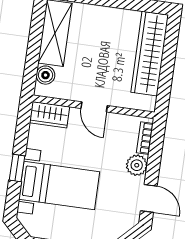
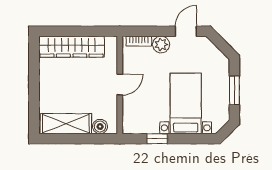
wardrobe: (50, 115) -> (131, 119), removed
window: (17, 168) -> (157, 139), moved

